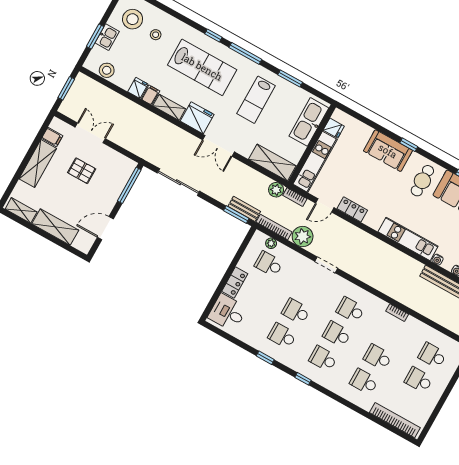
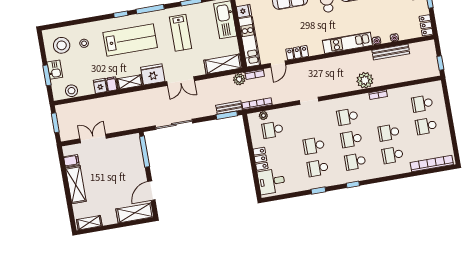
pallet: (82, 171) -> (107, 167), removed
shelving: (55, 227) -> (135, 213), moved
plant: (303, 236) -> (365, 80), moved

